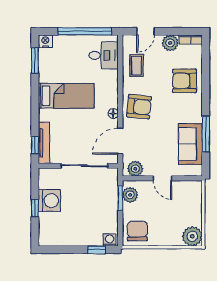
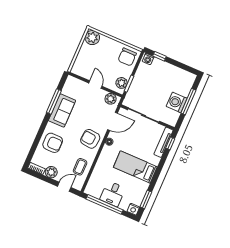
desk: (104, 55) -> (113, 194), moved, turned -90
sofa: (190, 144) -> (62, 111), moved
window: (35, 208) -> (188, 102), width x2.17

